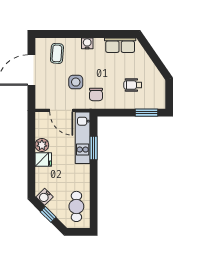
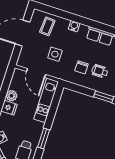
chair: (96, 94) -> (82, 67), moved
window: (94, 148) -> (44, 138), moved

